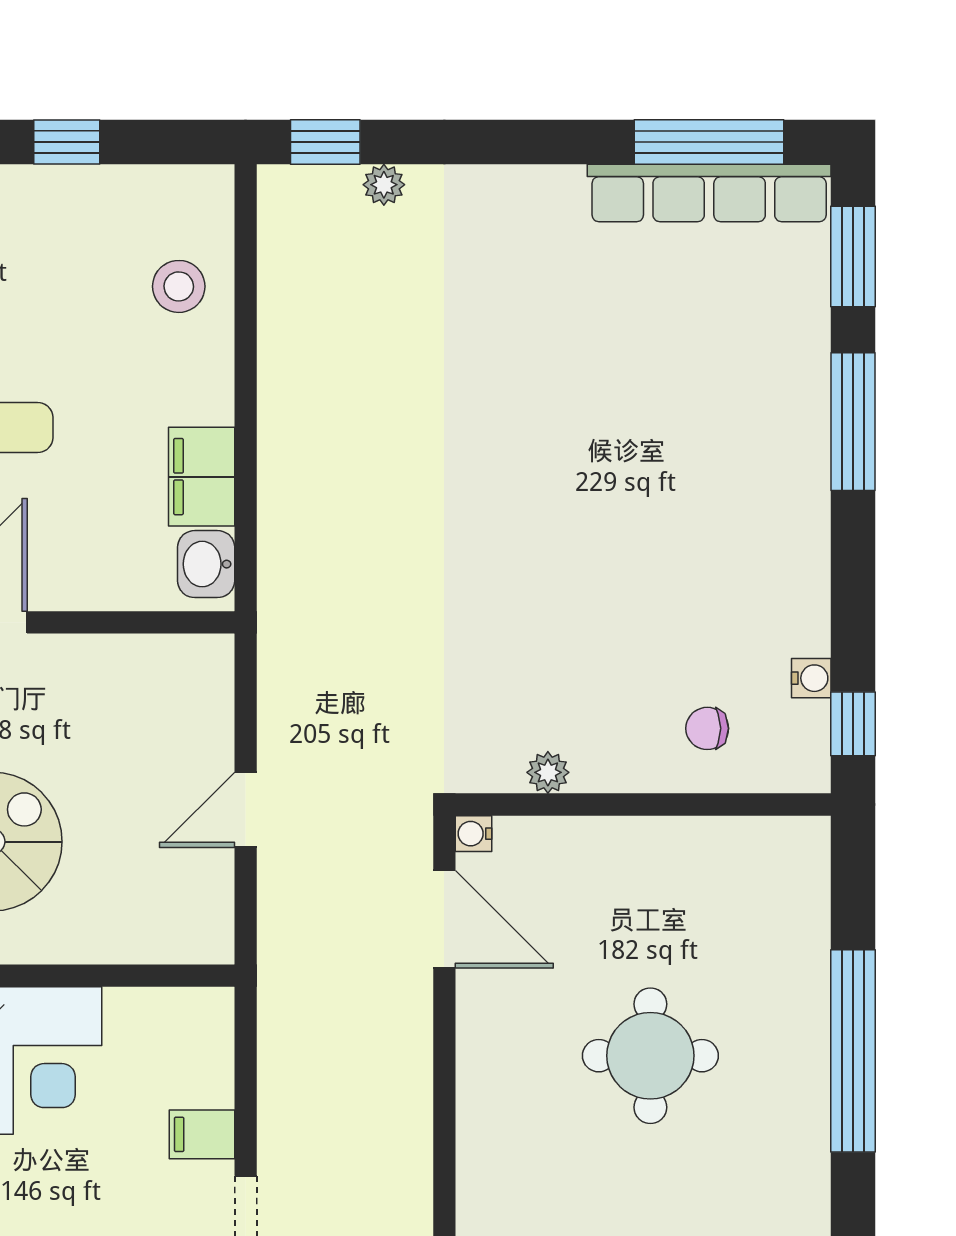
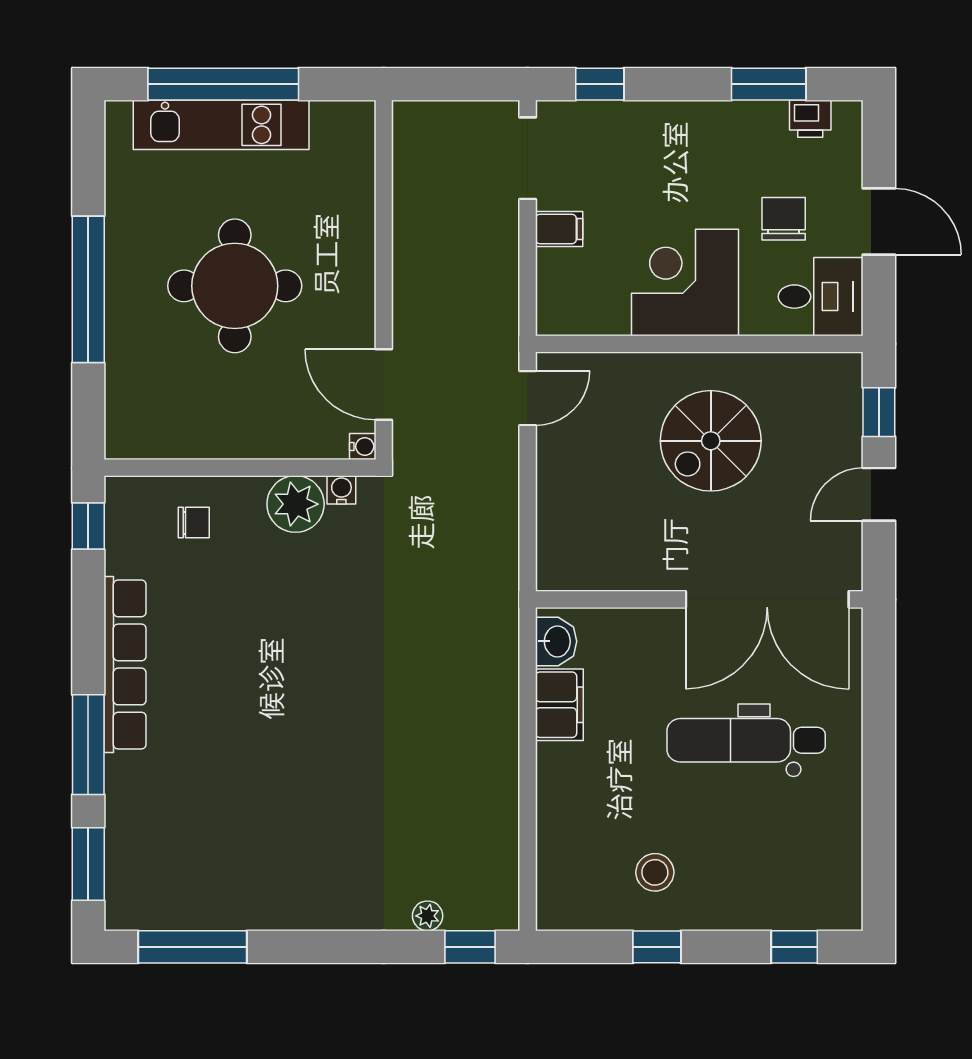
row of seats: (709, 193) -> (125, 664), moved, turned 90
stool: (179, 286) -> (655, 872), moved
water cooler: (811, 678) -> (341, 490), moved, turned 90
plant: (548, 772) -> (296, 504), width x1.88, depth x1.88
door: (246, 810) -> (528, 398), moved
round table: (650, 1056) -> (235, 286), width x1.36, depth x1.36

